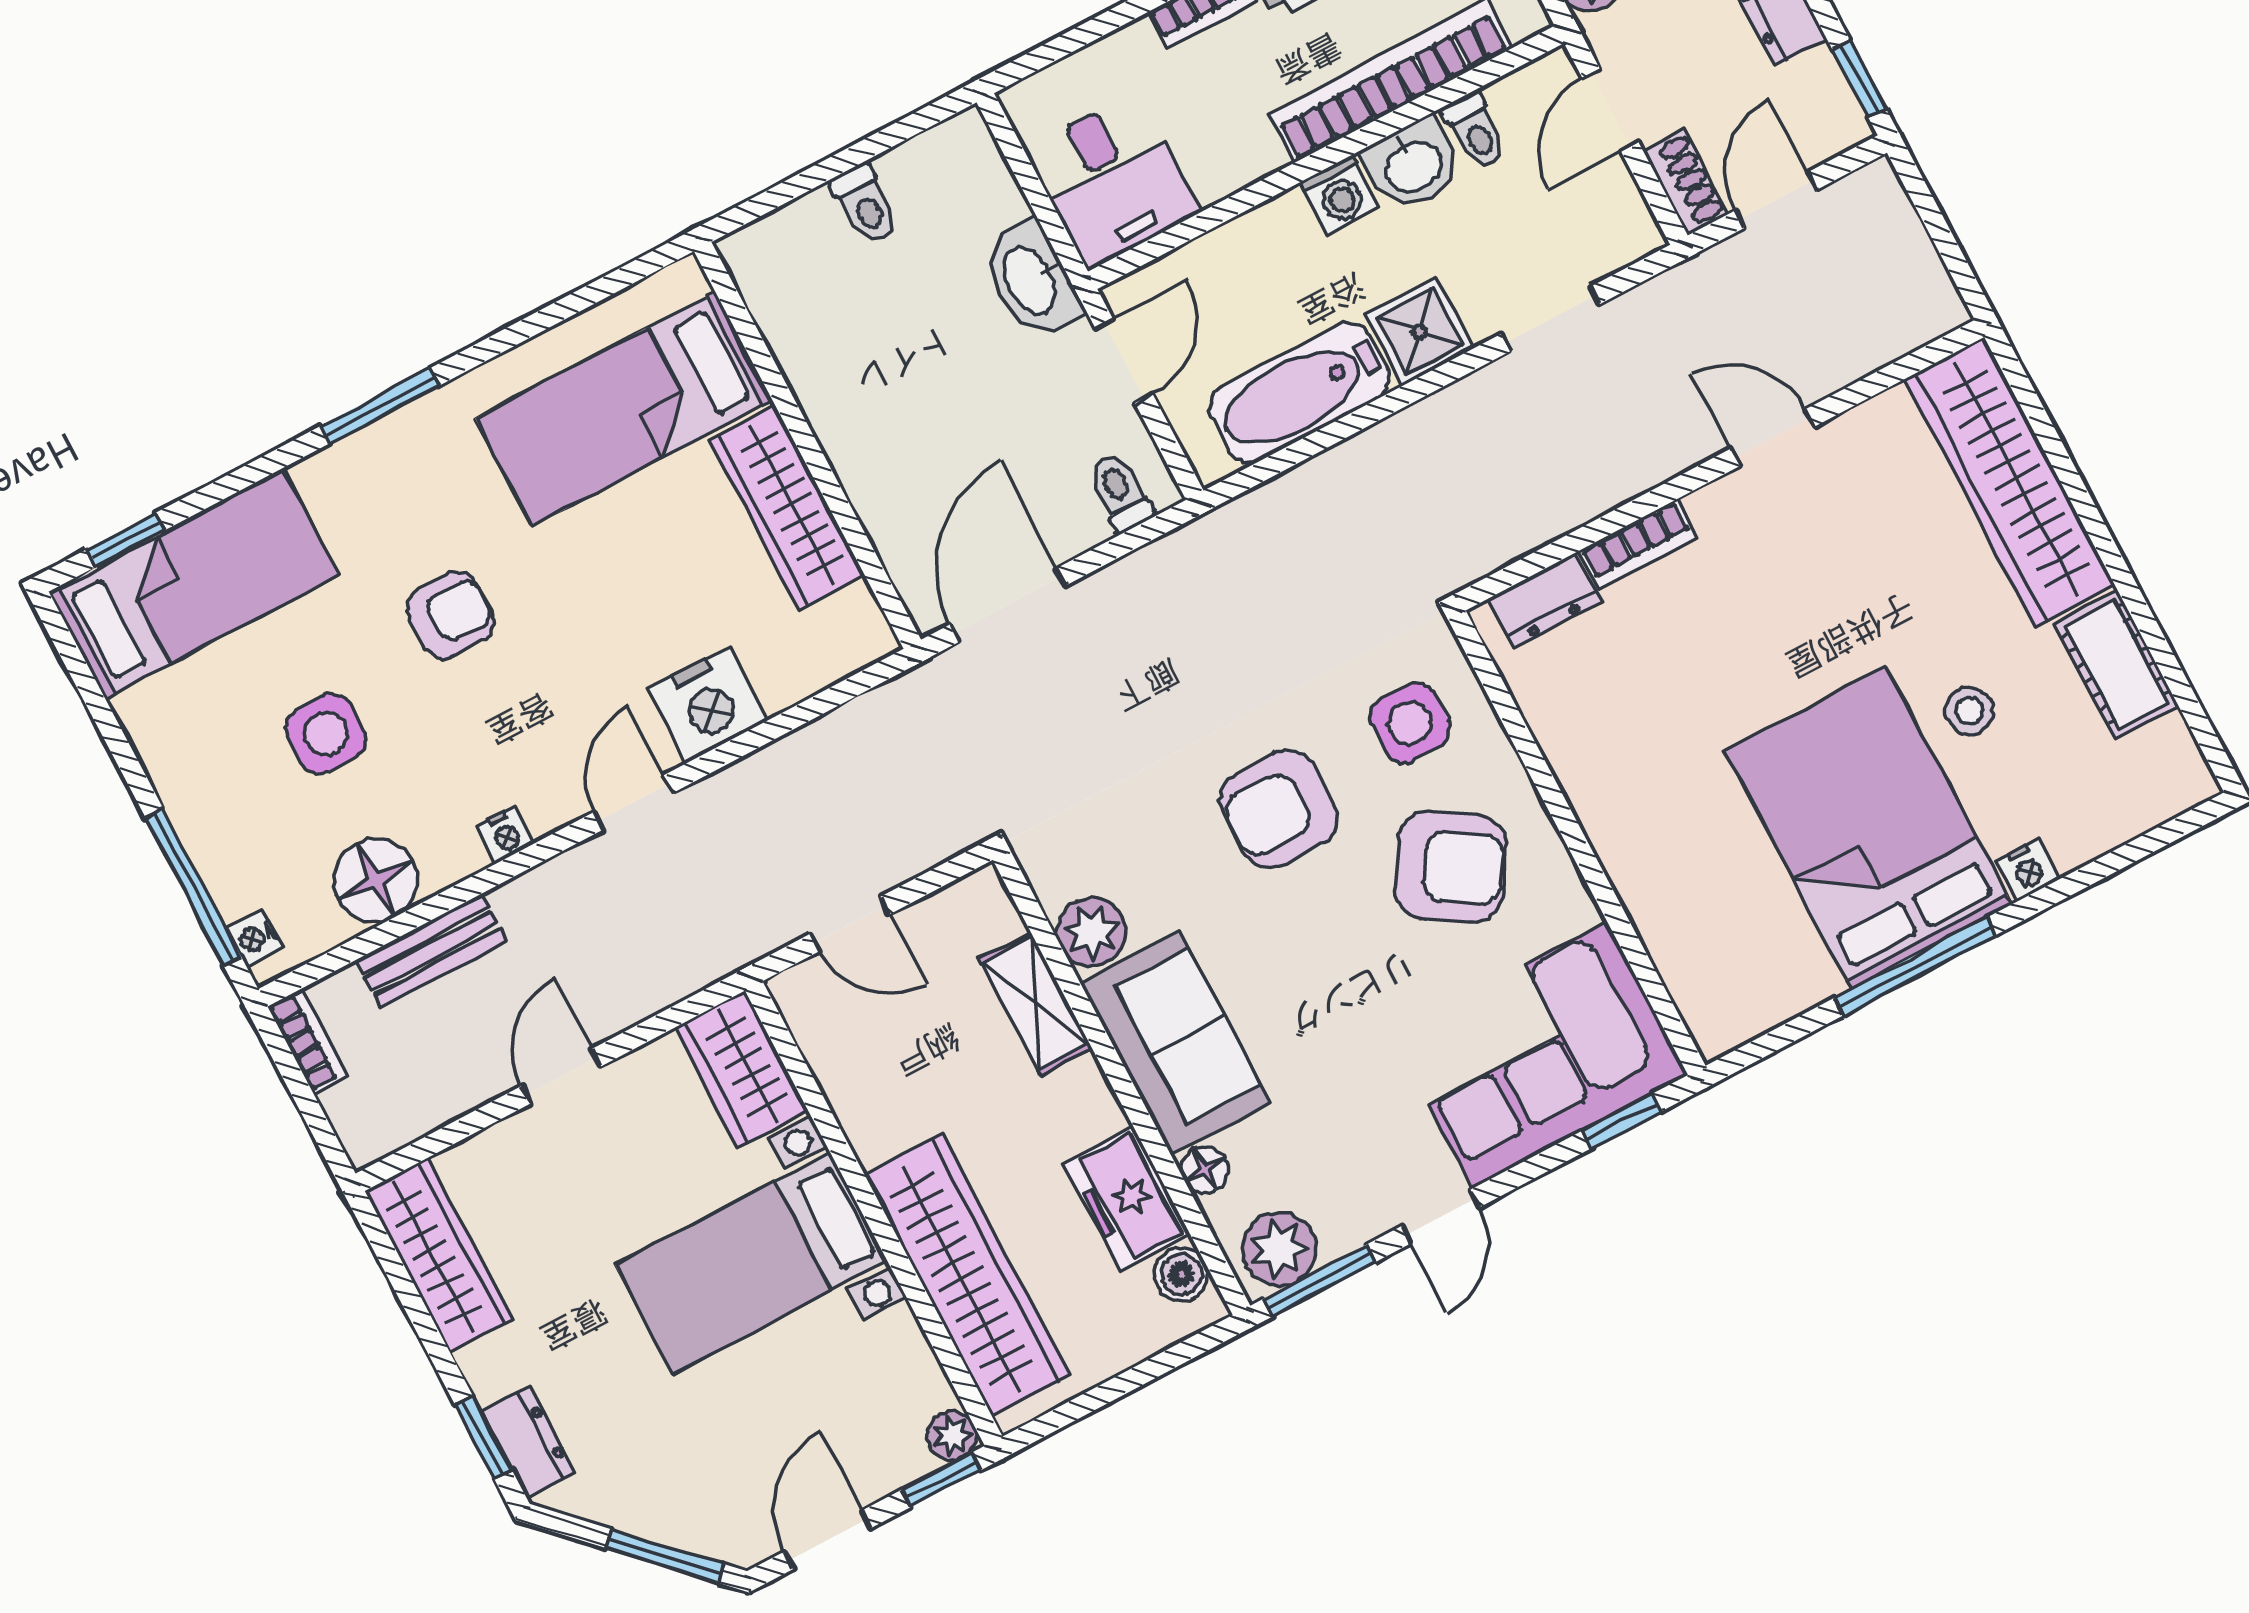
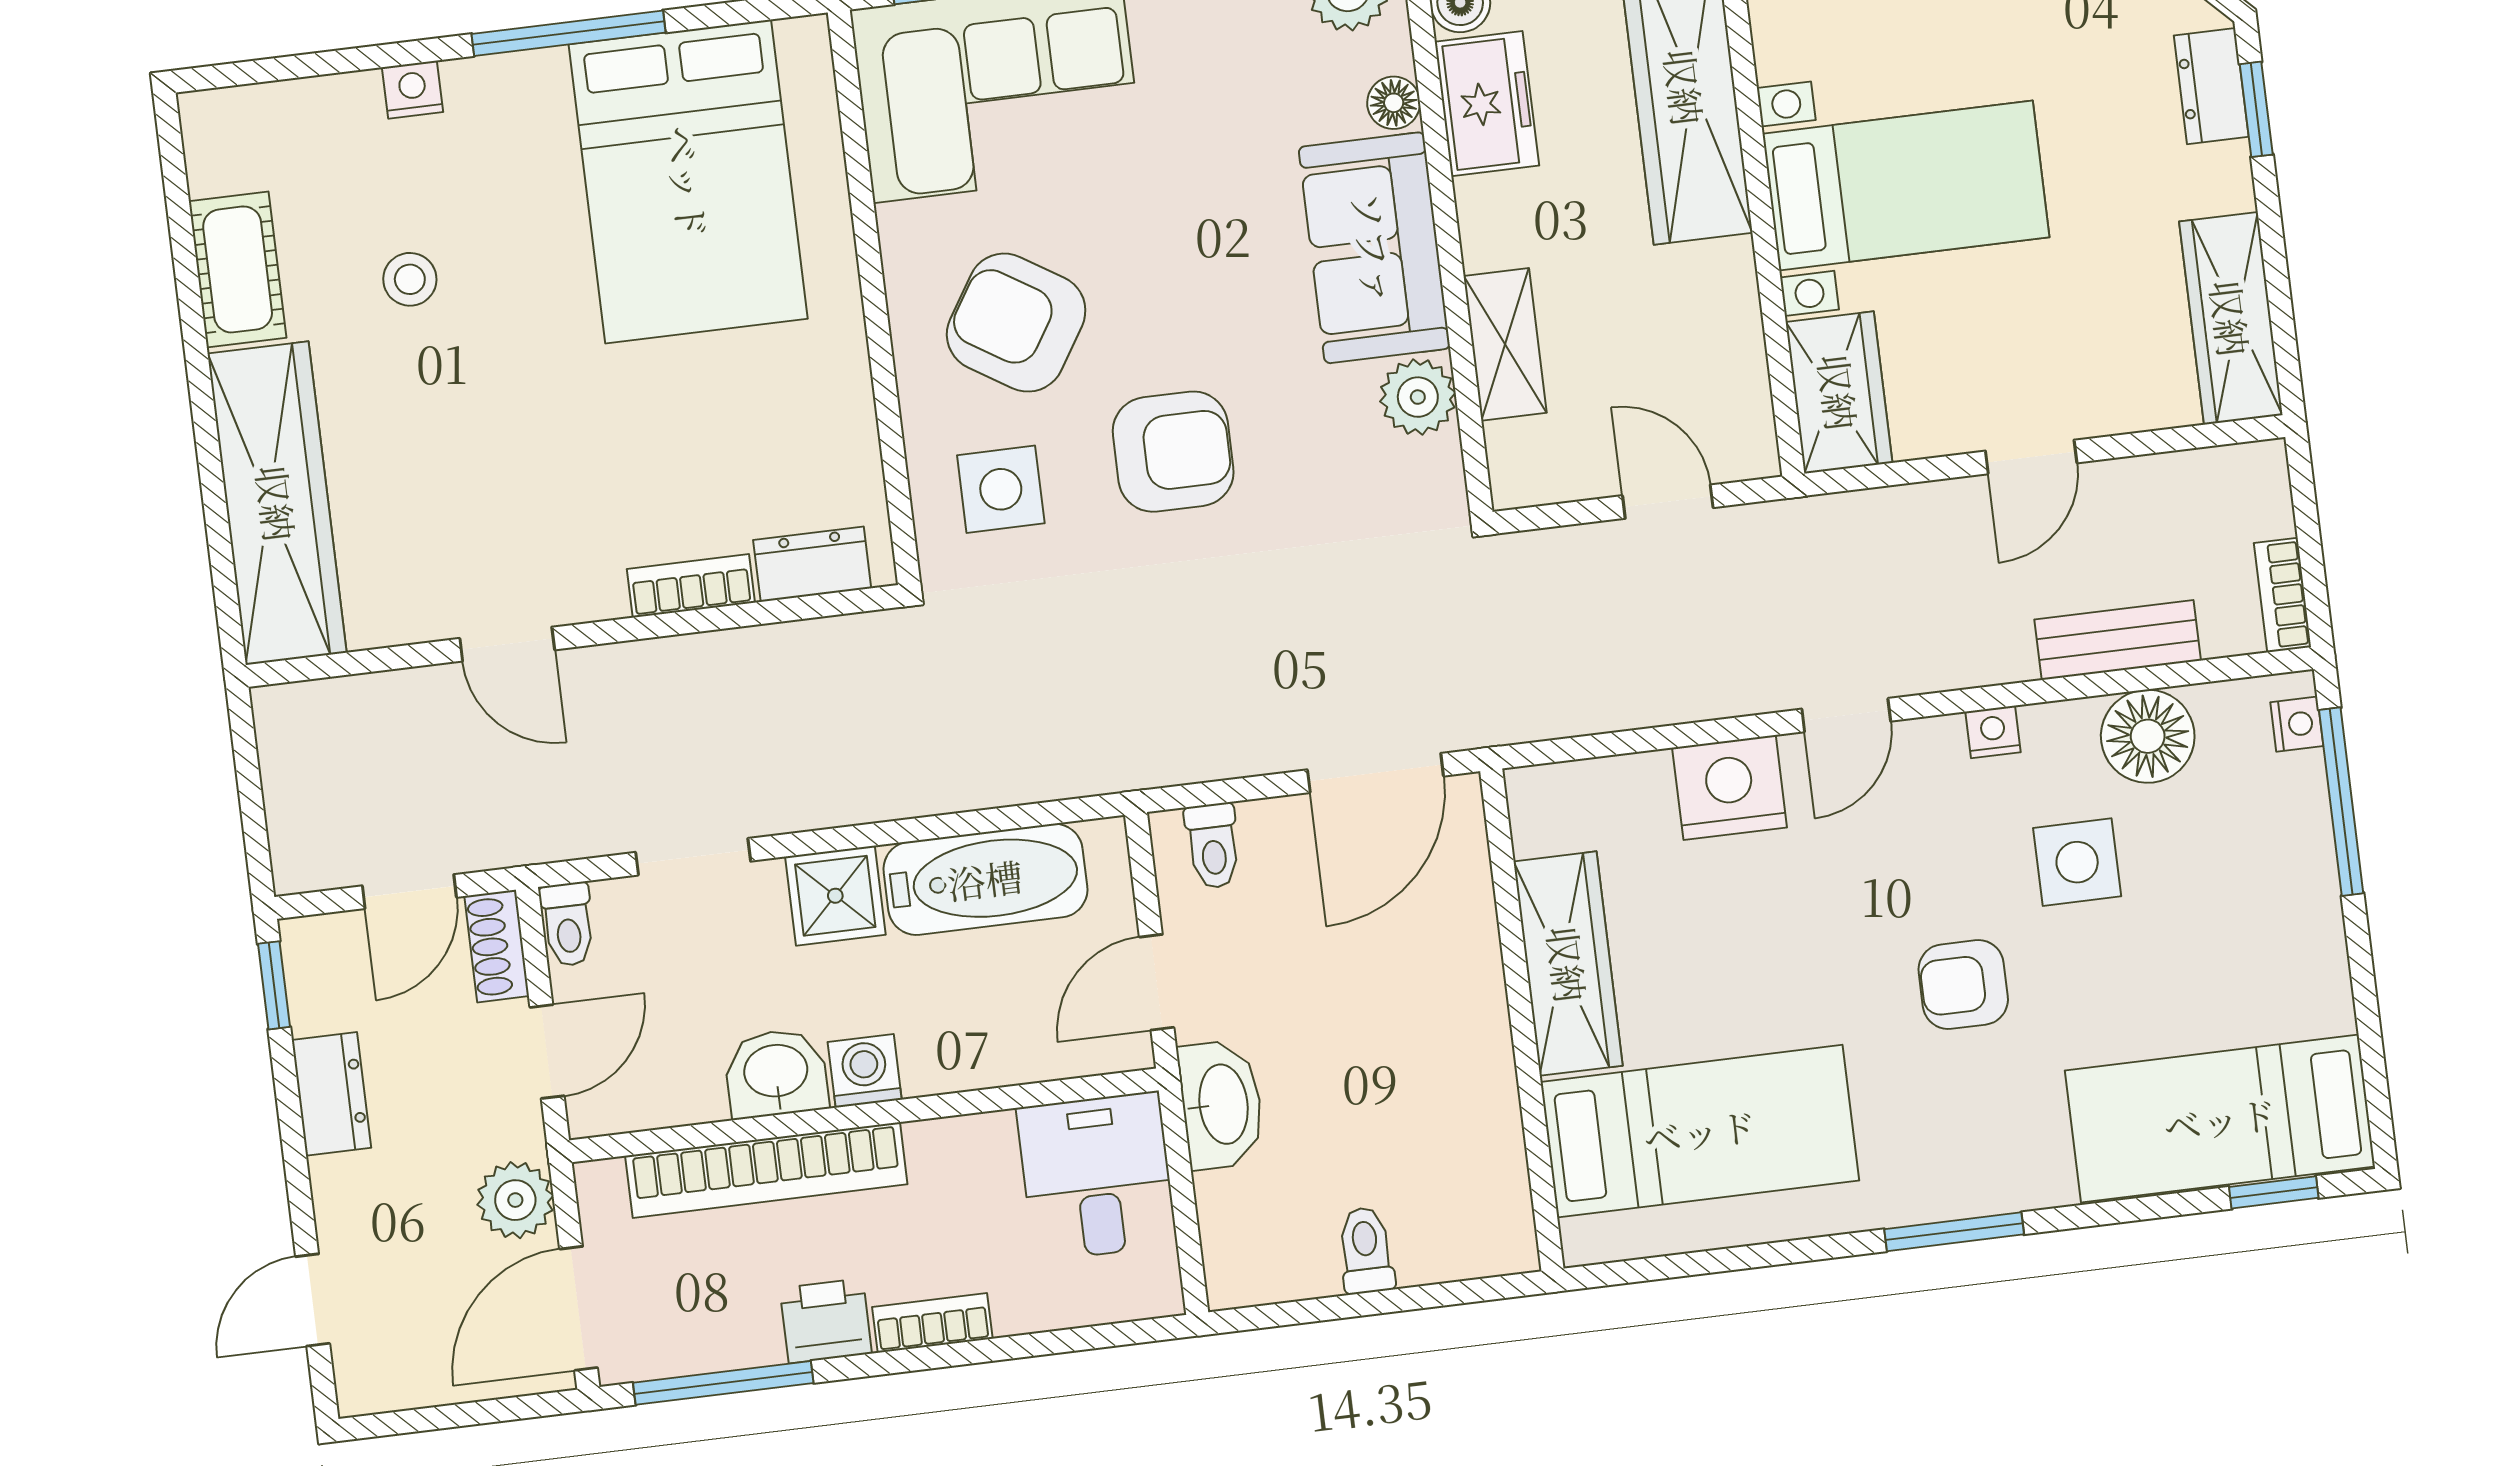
toilet: (1476, 131) -> (568, 924), moved, turned 180
side table: (326, 734) -> (2077, 862), moved
bed: (1869, 828) -> (688, 182), moved

